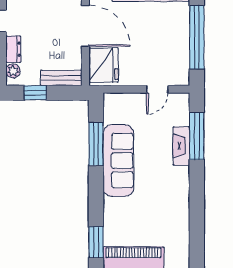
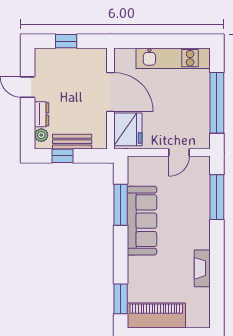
bench: (61, 78) -> (72, 142), moved
fireplace: (181, 146) -> (202, 268), moved

